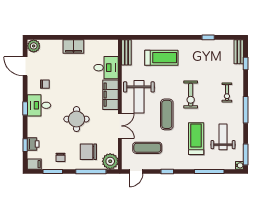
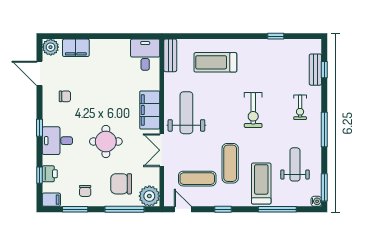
filing cabinet: (73, 46) -> (76, 48), moved
bench: (239, 52) -> (315, 70), moved
treadmill: (161, 58) -> (215, 62), turned 180
desk: (106, 68) -> (145, 55), moved, turned -90
weight bench: (139, 97) -> (186, 113), turned 180
desk: (39, 105) -> (57, 141), moved
exercise mat: (167, 114) -> (230, 163), moved
double door: (120, 126) -> (162, 150), swing flipped
treadmill: (196, 139) -> (261, 184), moved
door: (136, 172) -> (183, 209), swing flipped

